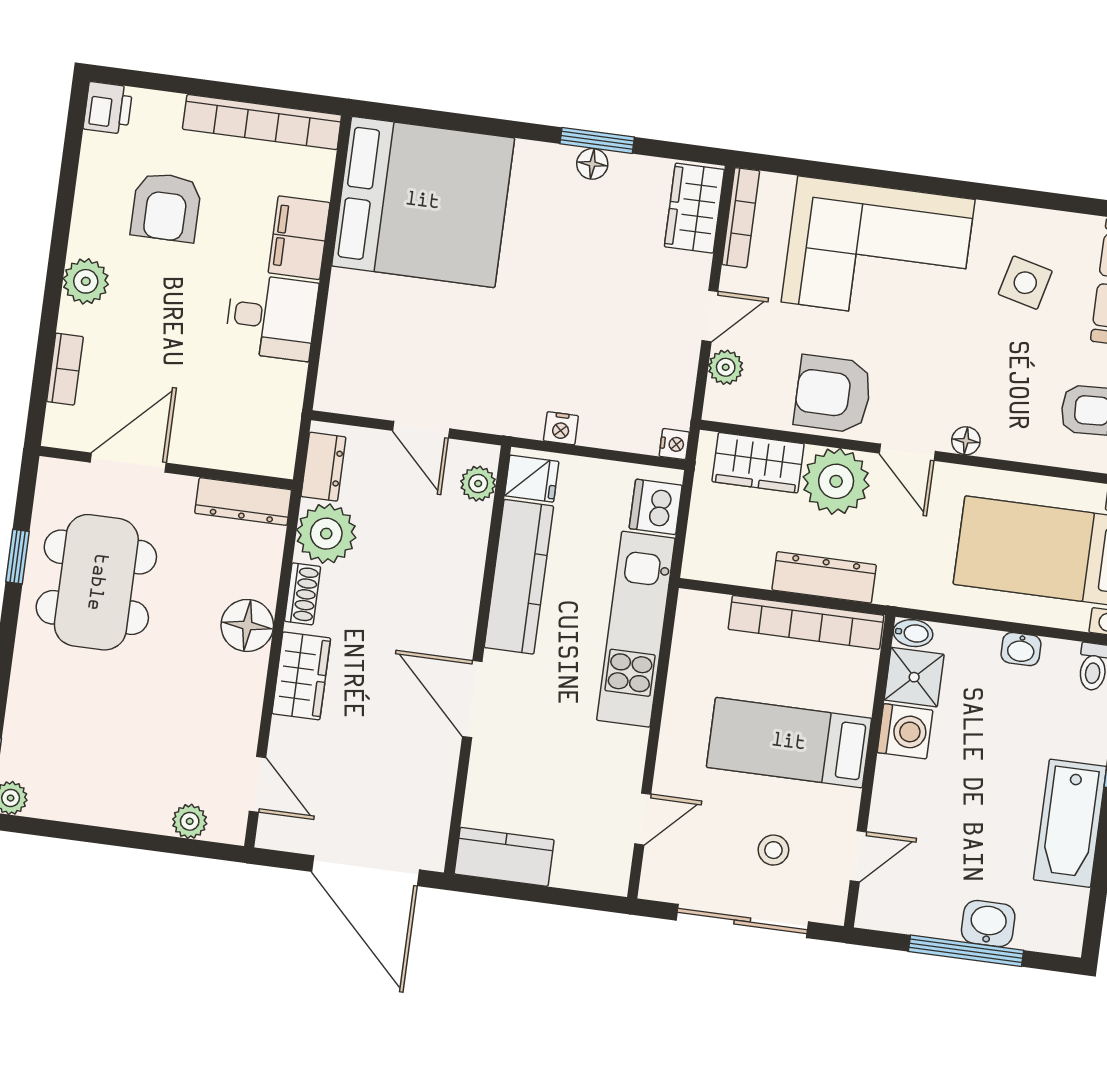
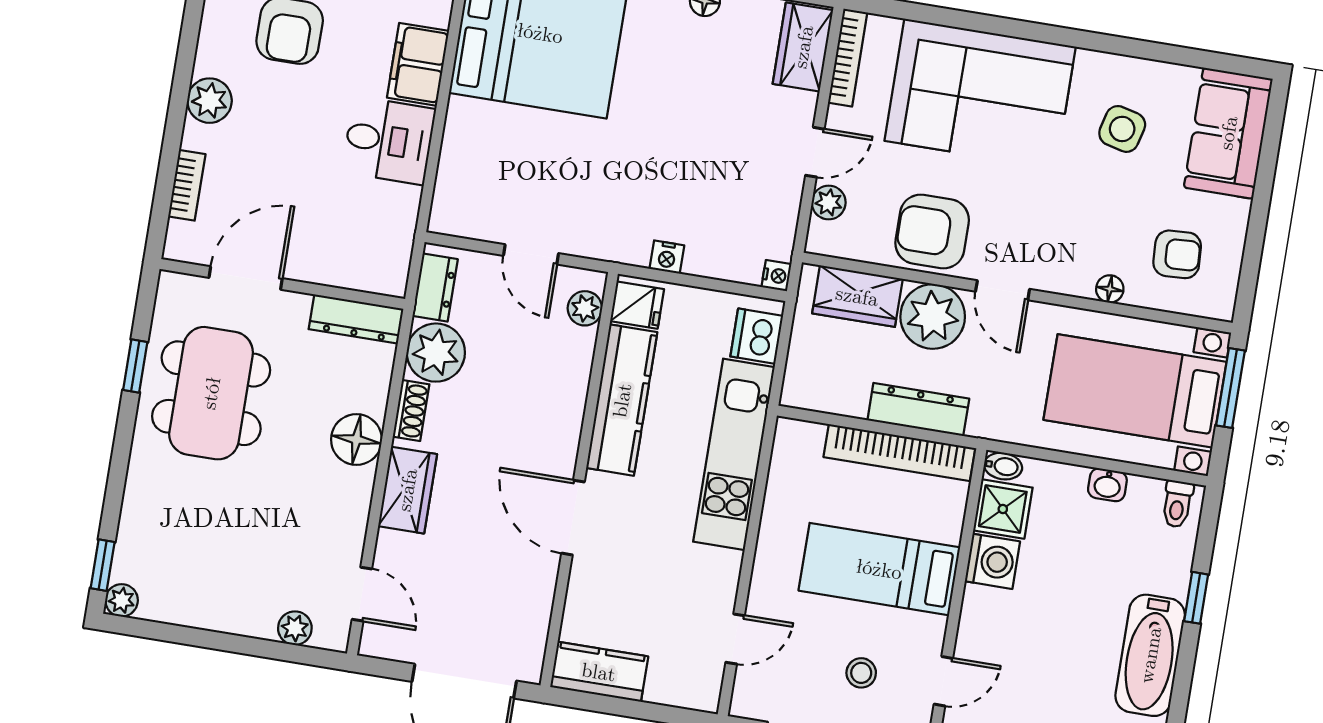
floor lamp: (966, 441) -> (1110, 289), moved

